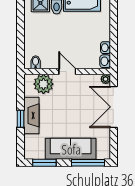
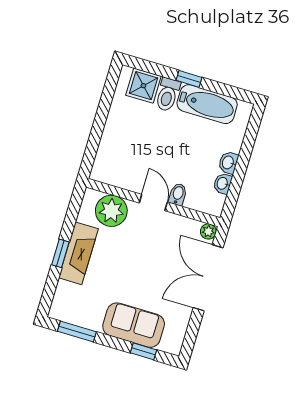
washbasin: (105, 61) -> (228, 163), moved
bidet: (36, 62) -> (178, 194), moved
sofa: (71, 149) -> (134, 325), width x0.73
window: (88, 163) -> (144, 351), width x0.46

